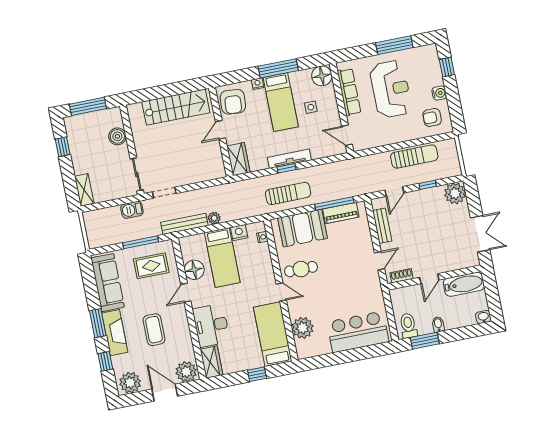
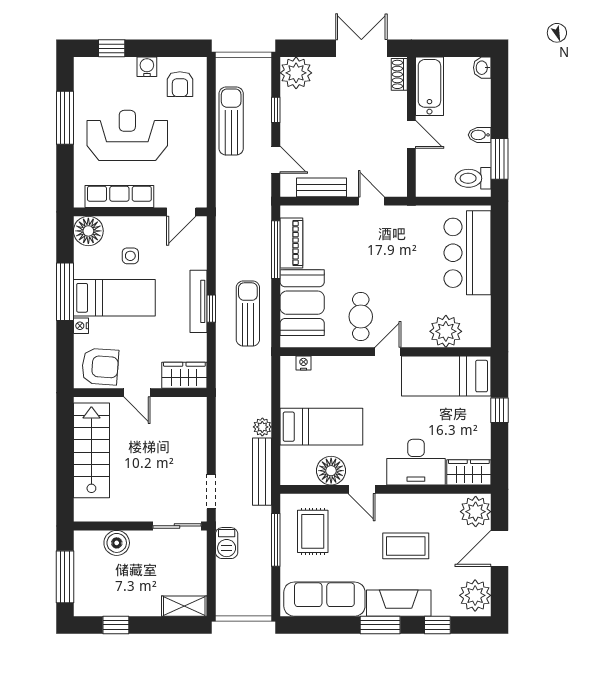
nightstand: (239, 233) -> (290, 395), removed
shoe rack: (402, 276) -> (399, 74), moved

